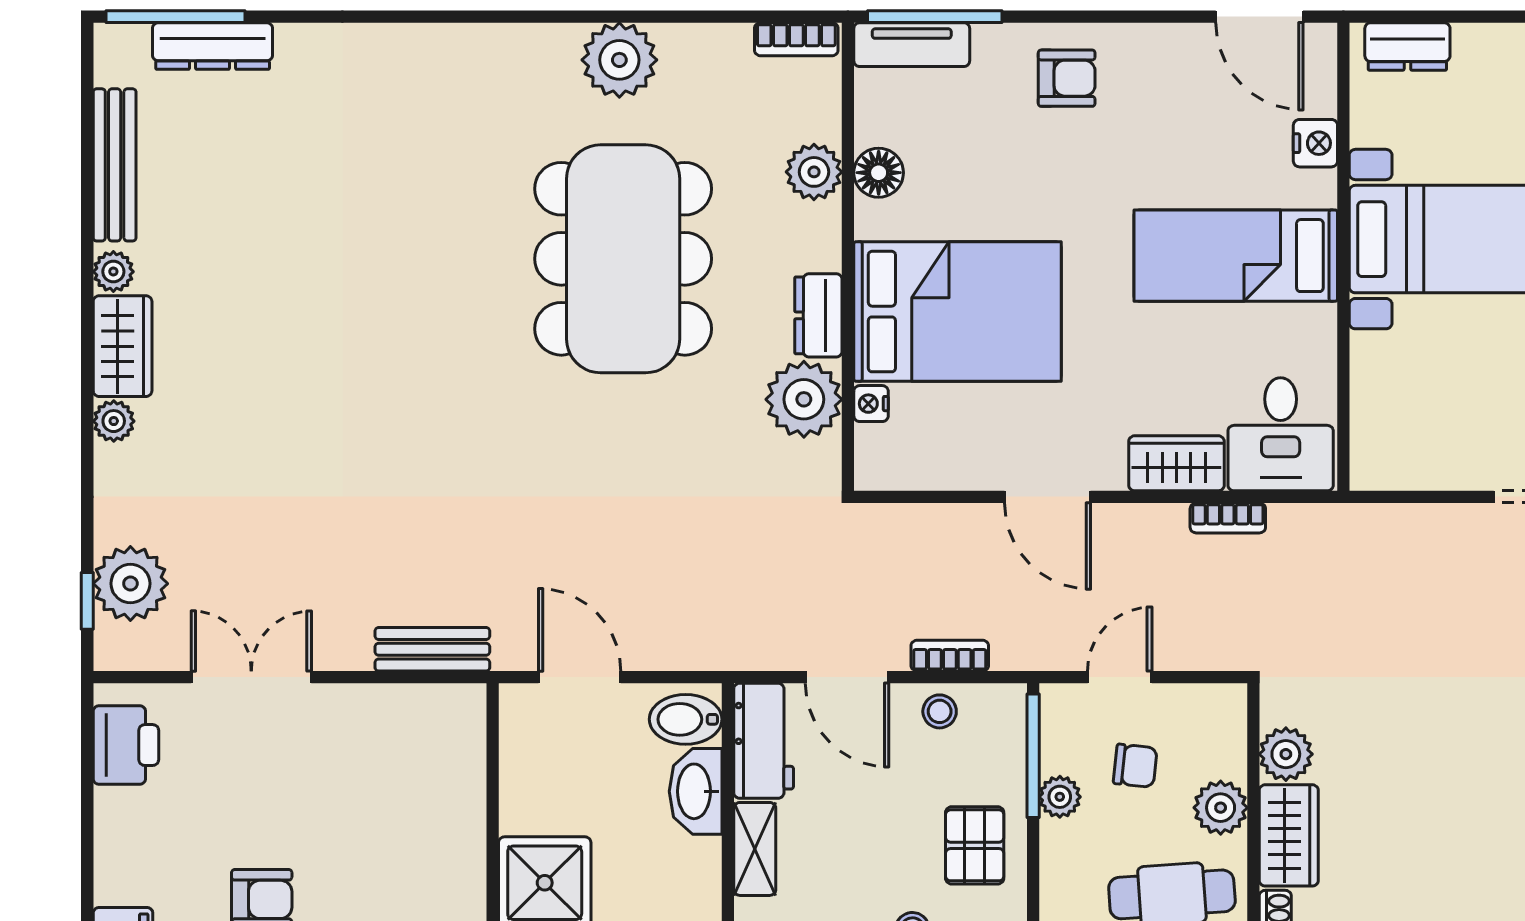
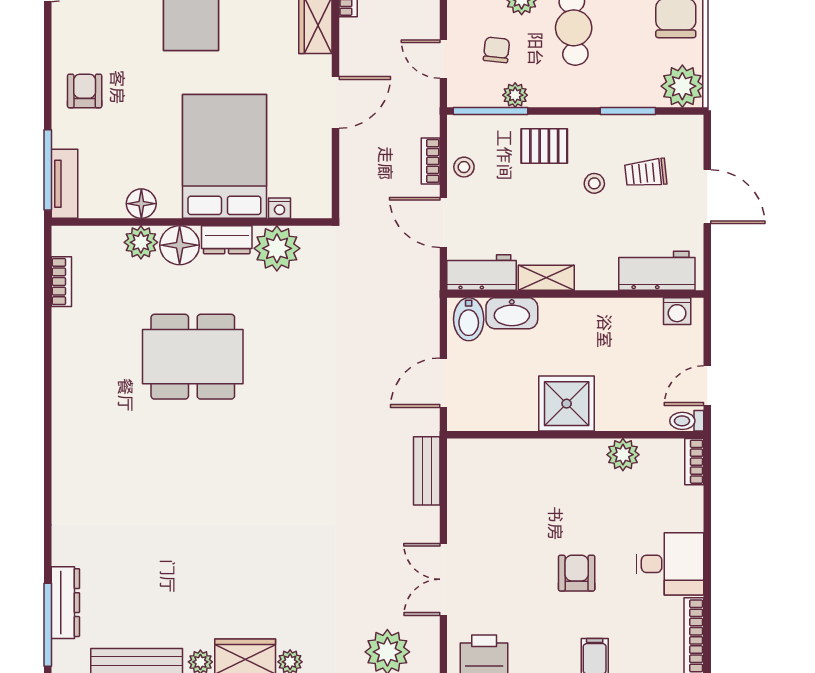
bookcase: (796, 39) -> (61, 282), moved
plant: (619, 60) -> (74, 359), removed
floor lamp: (809, 237) -> (180, 245), added
dining table: (623, 259) -> (193, 357), width x0.73, depth x0.80
door: (847, 677) -> (443, 222), swing flipped

